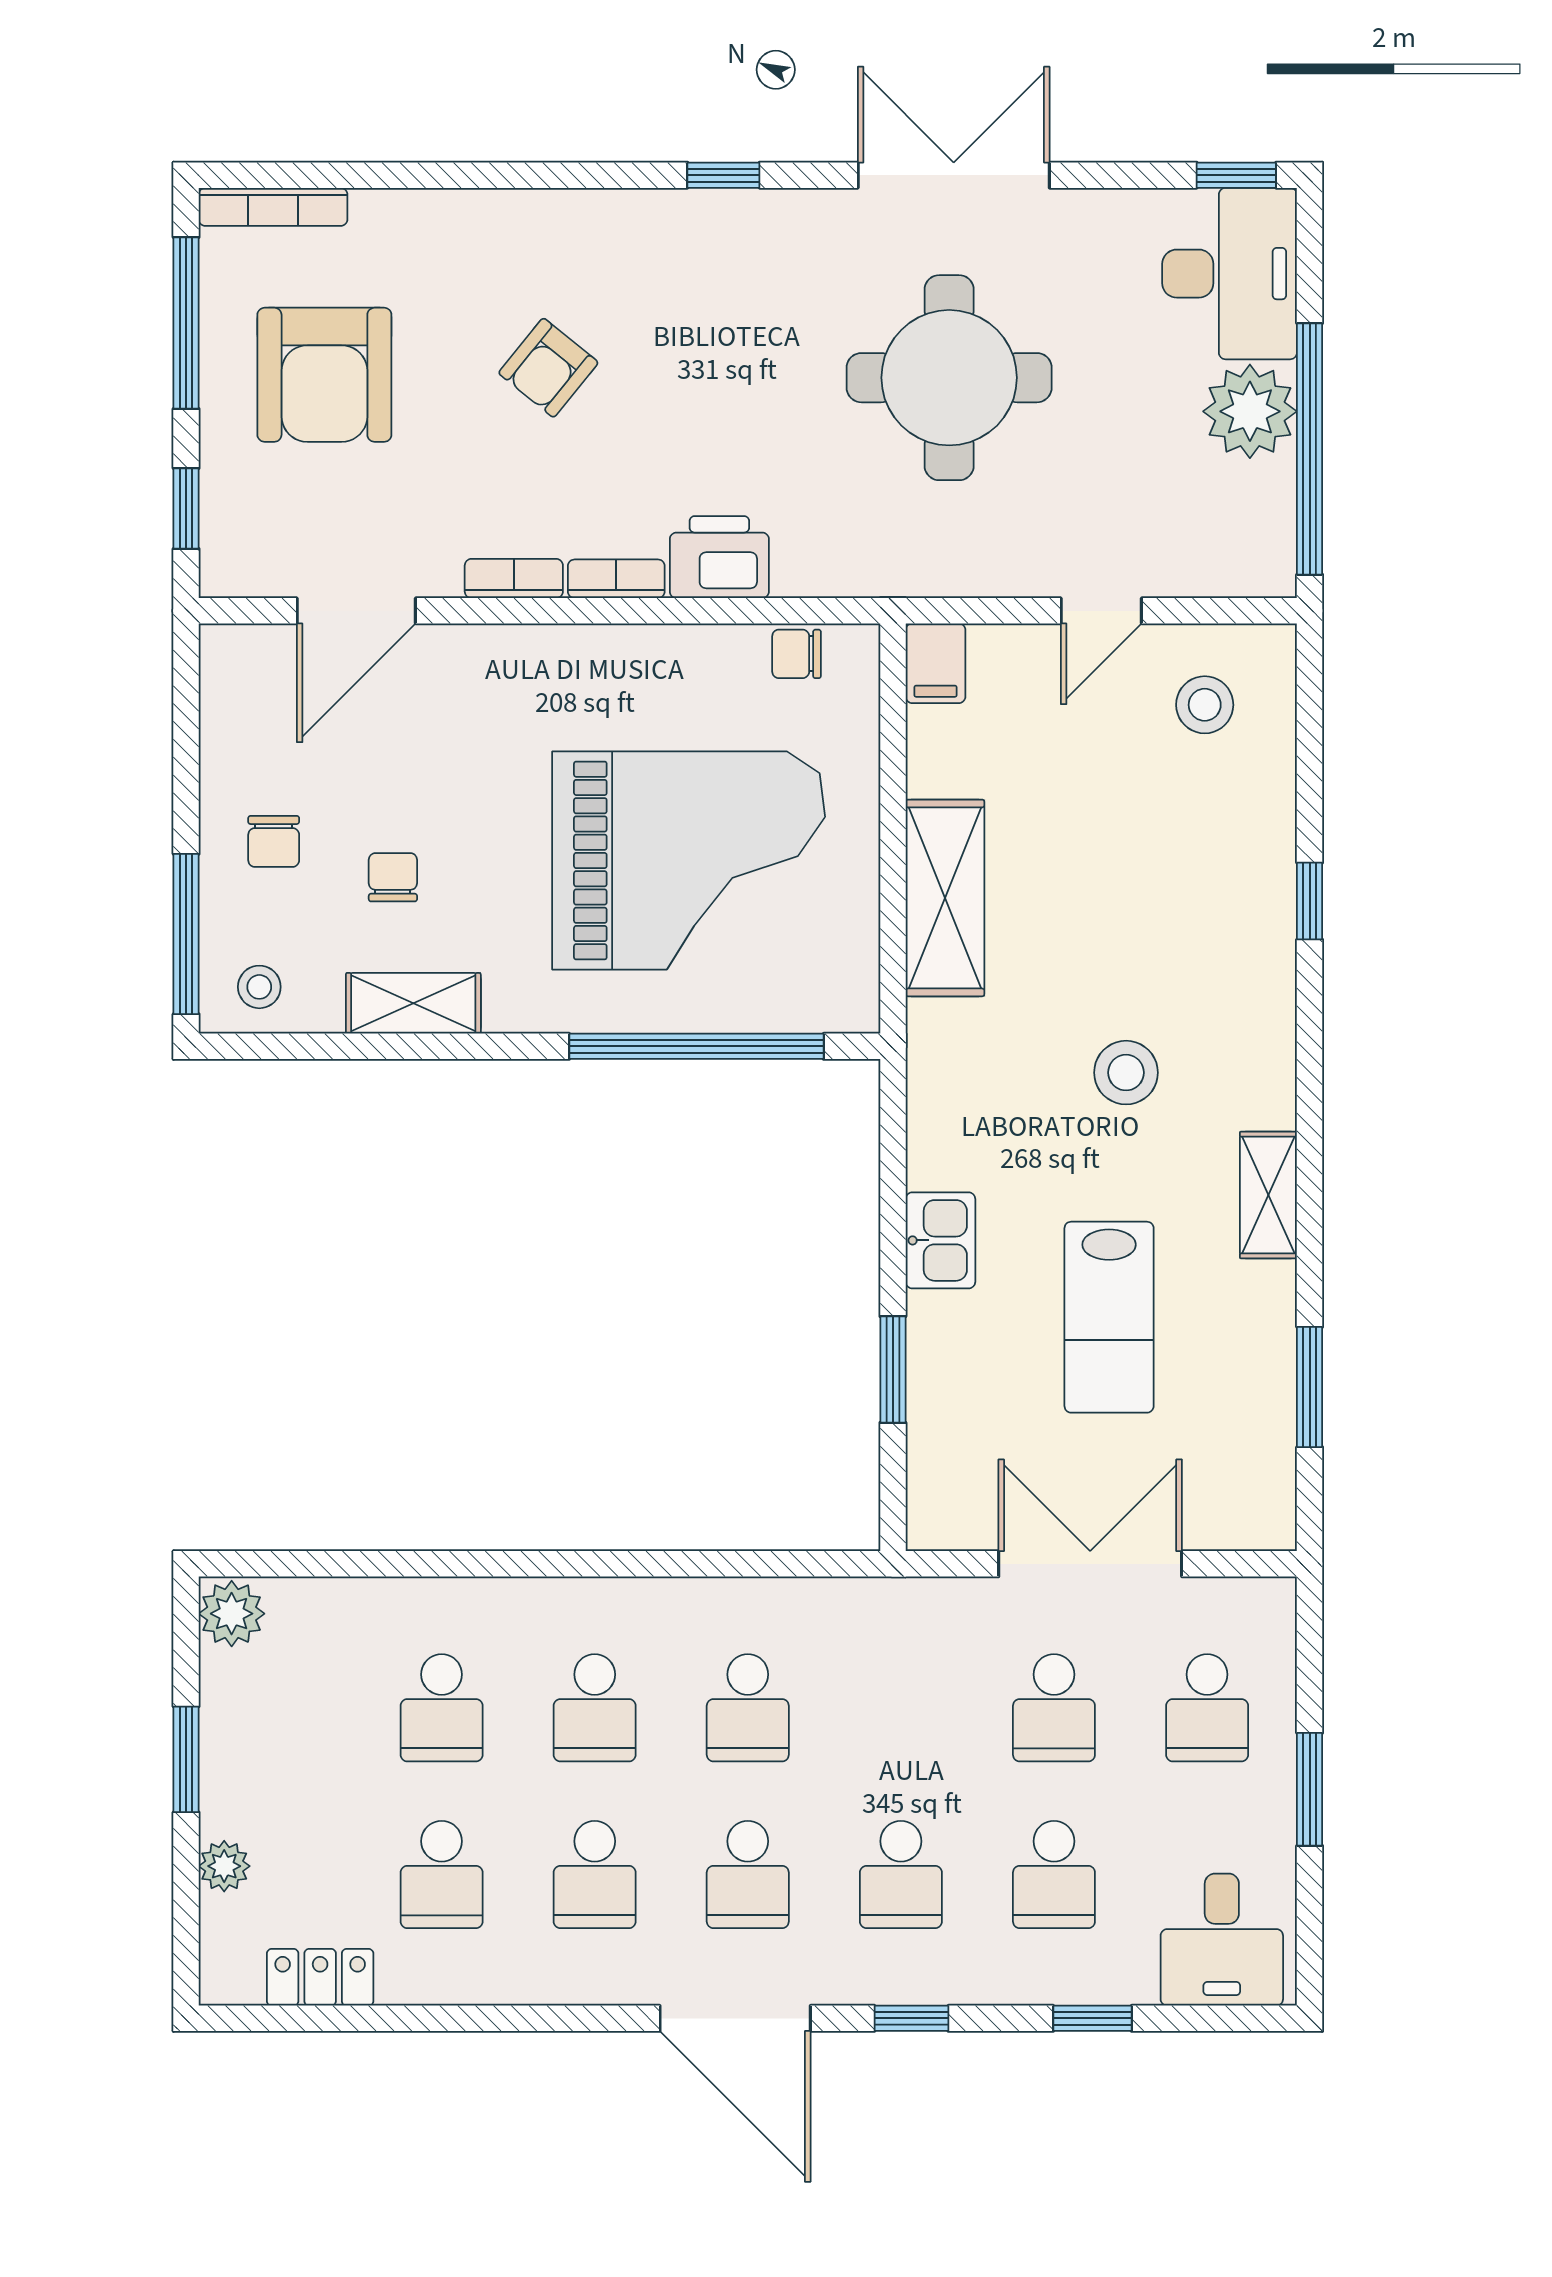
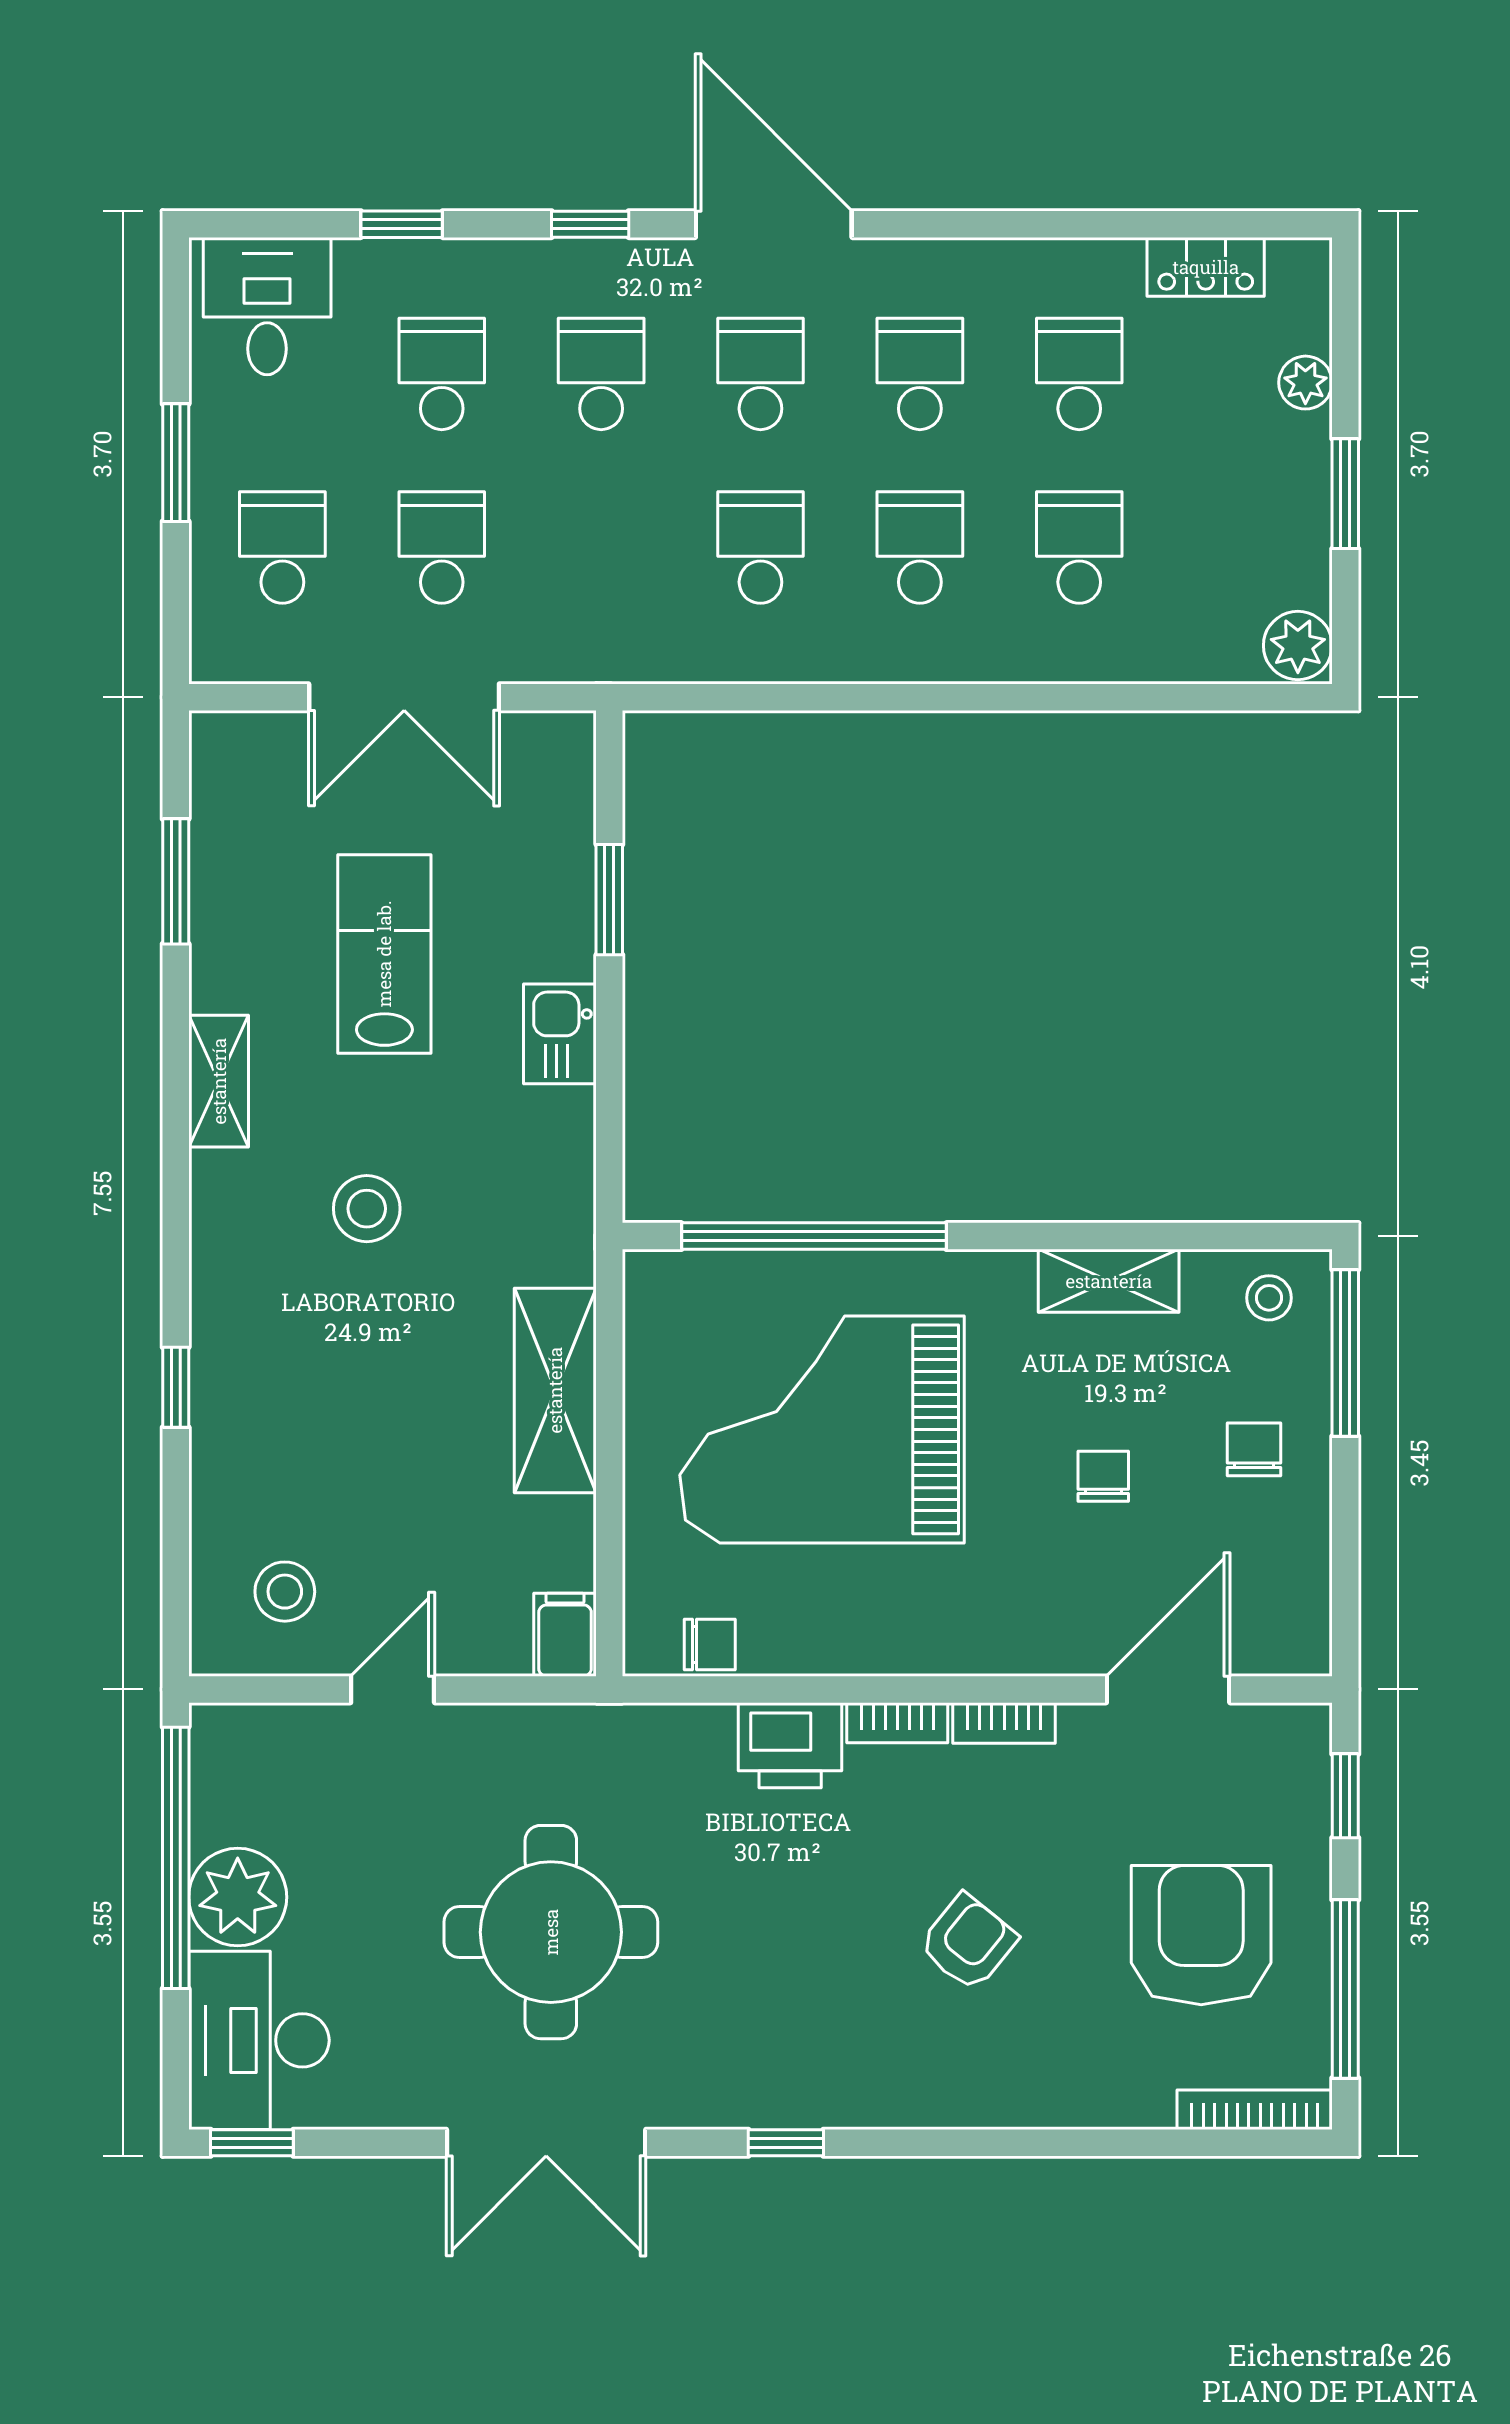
chair: (393, 877) -> (1103, 1476), moved, turned 180

